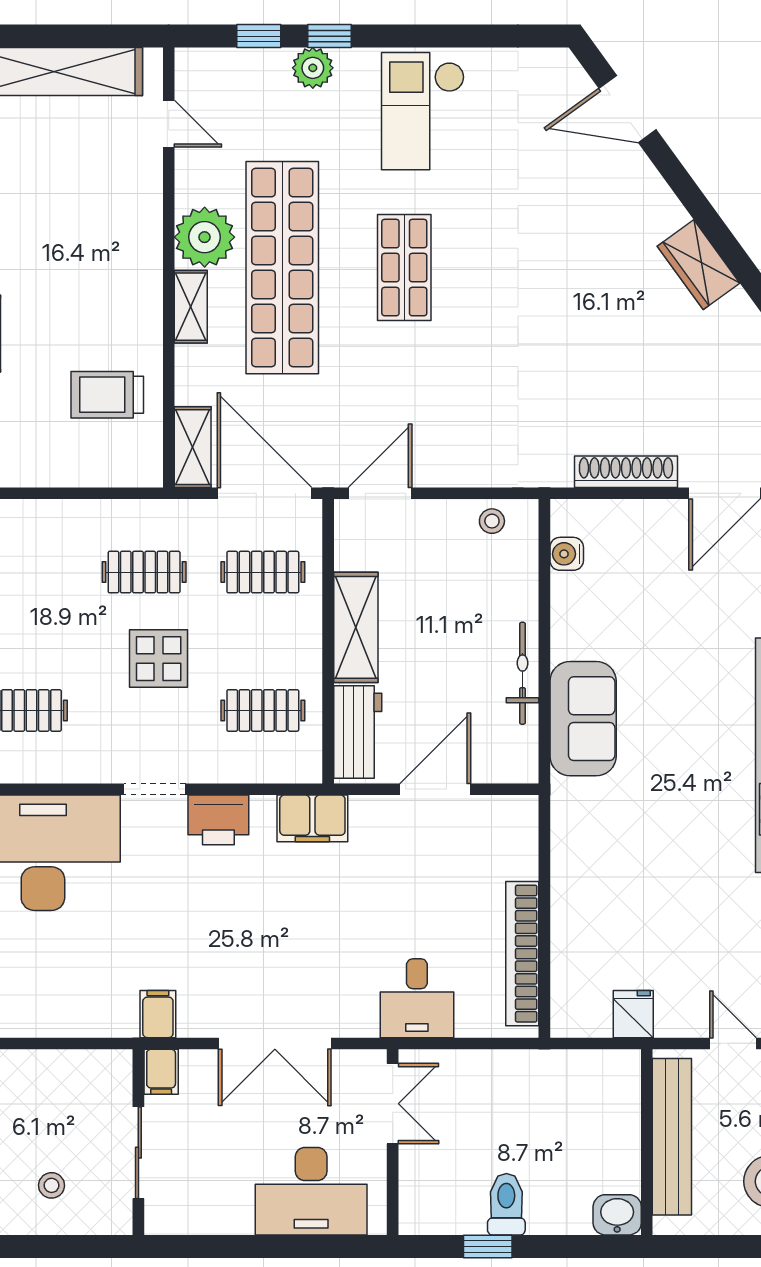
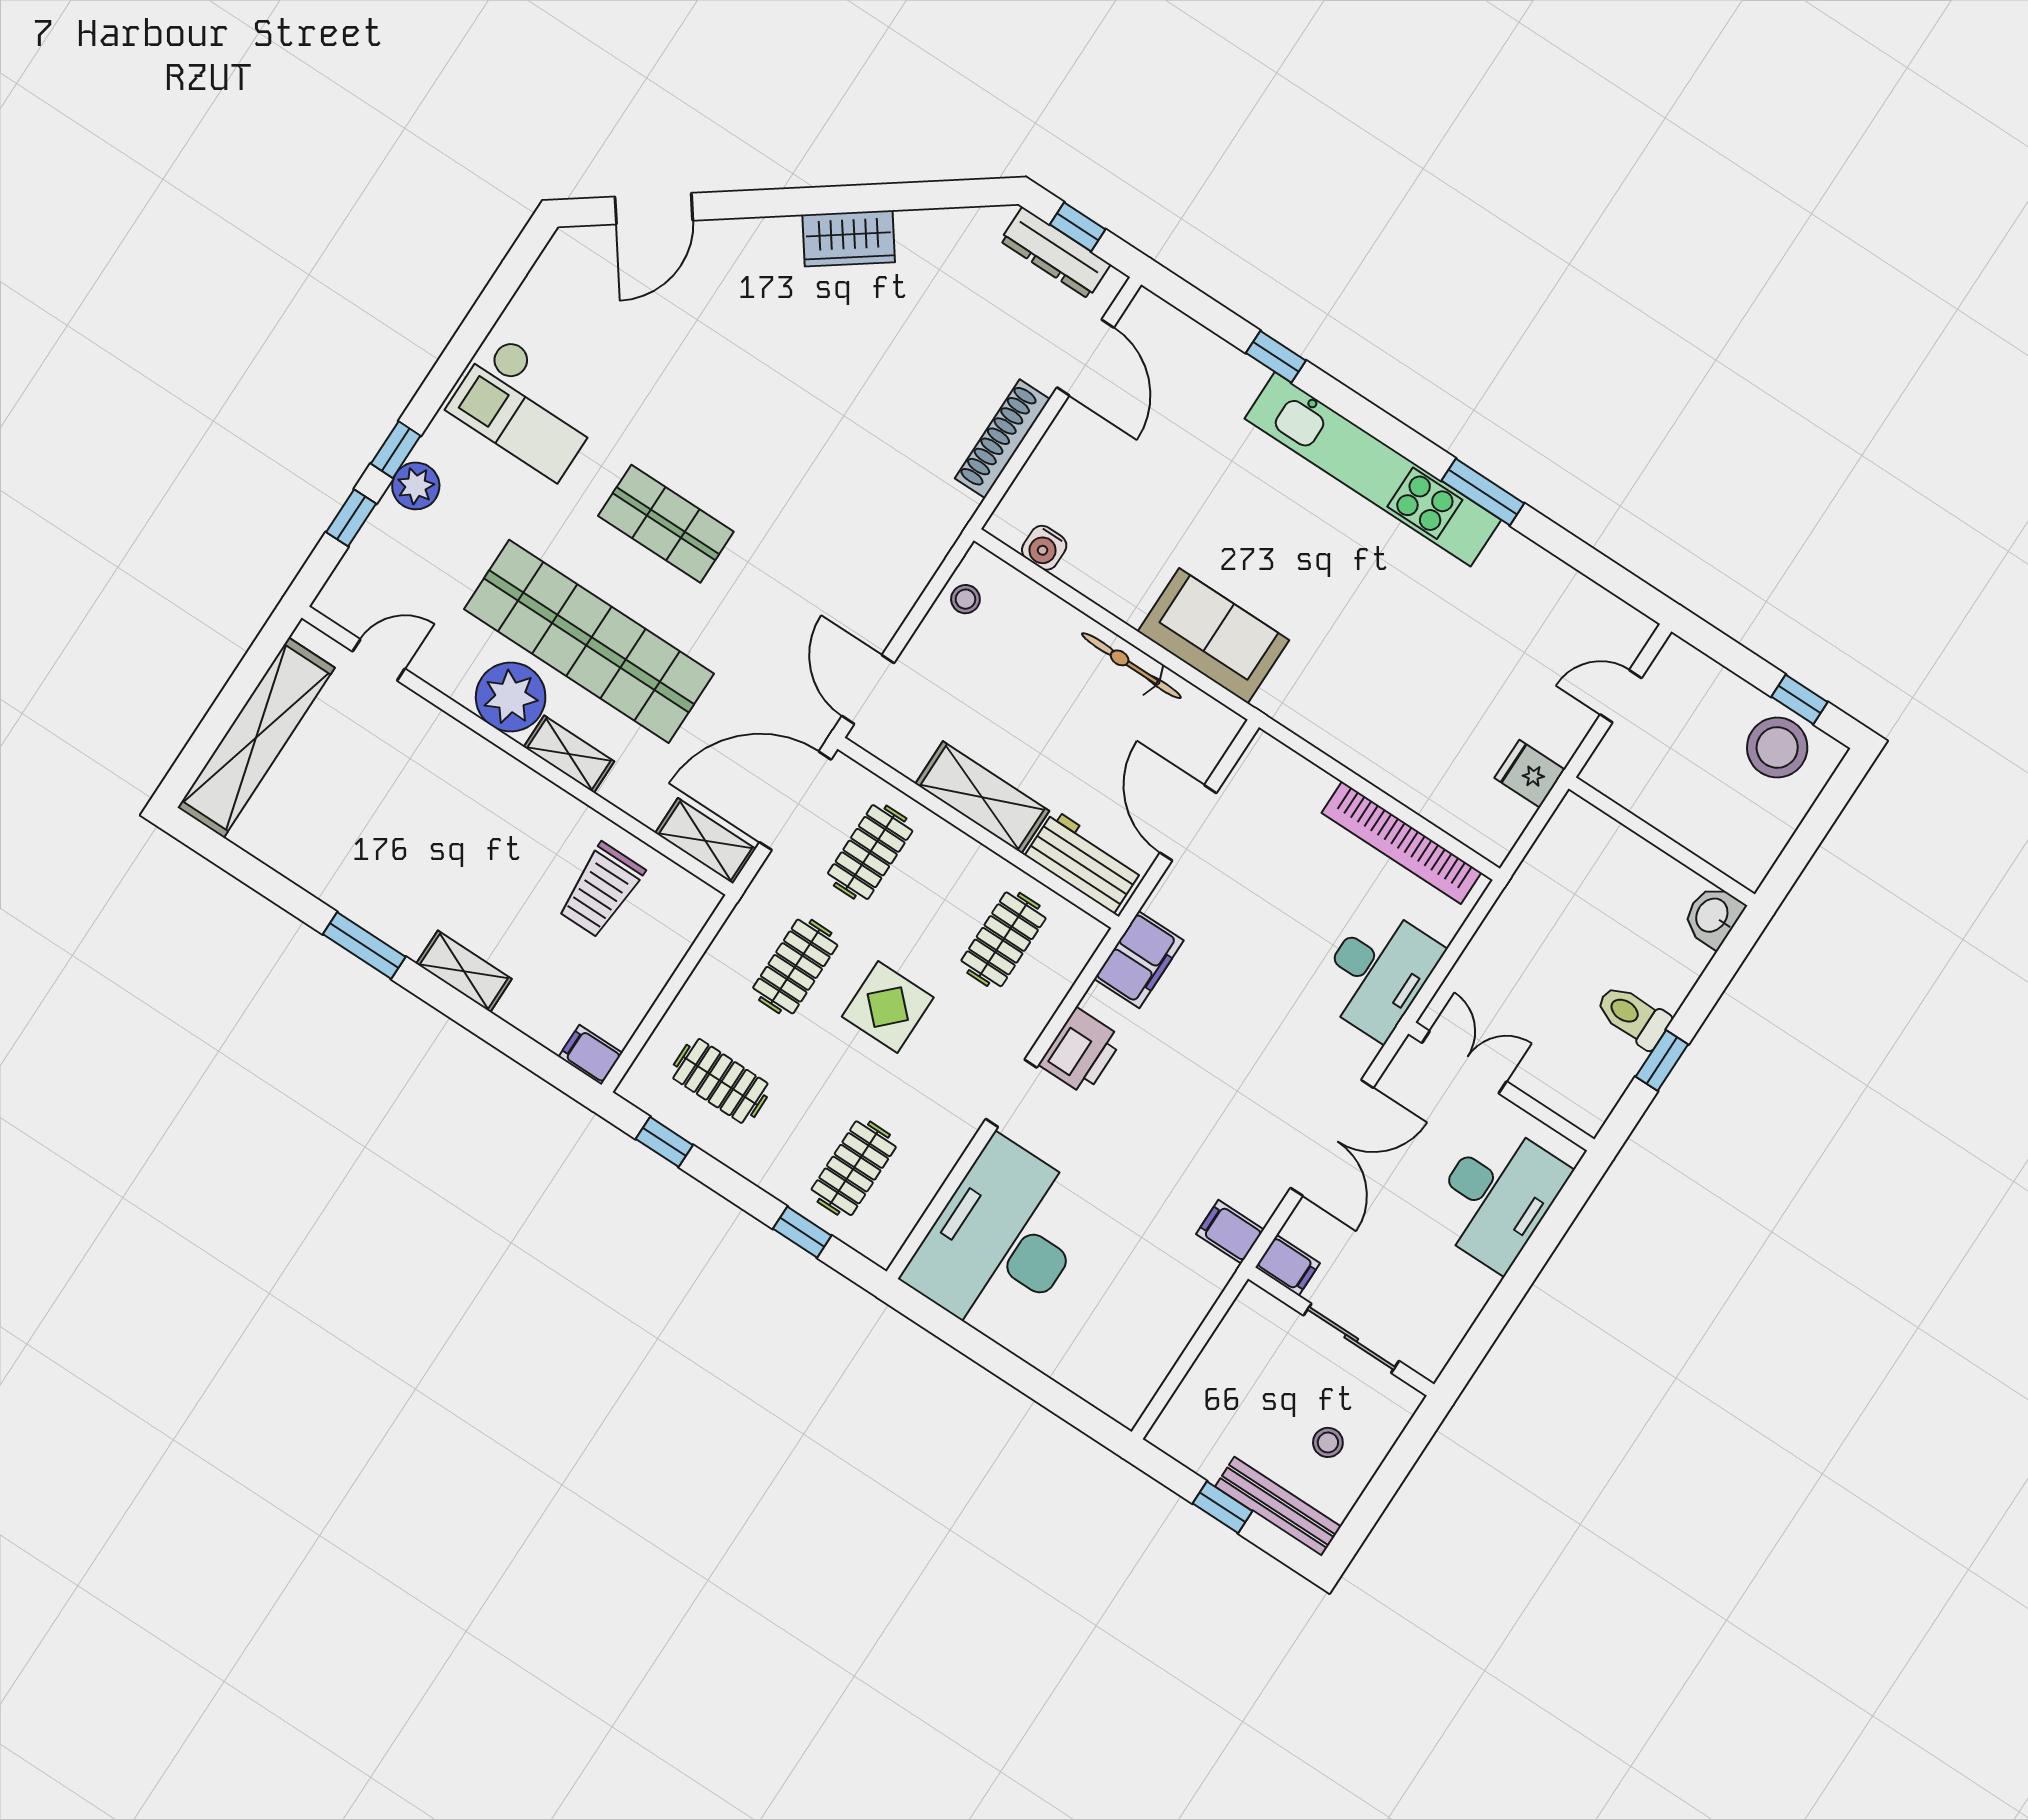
clothes rail: (25, 572) -> (720, 1081), added
desk: (417, 998) -> (1378, 972), width x1.37
bench: (672, 1137) -> (1672, 814), removed

